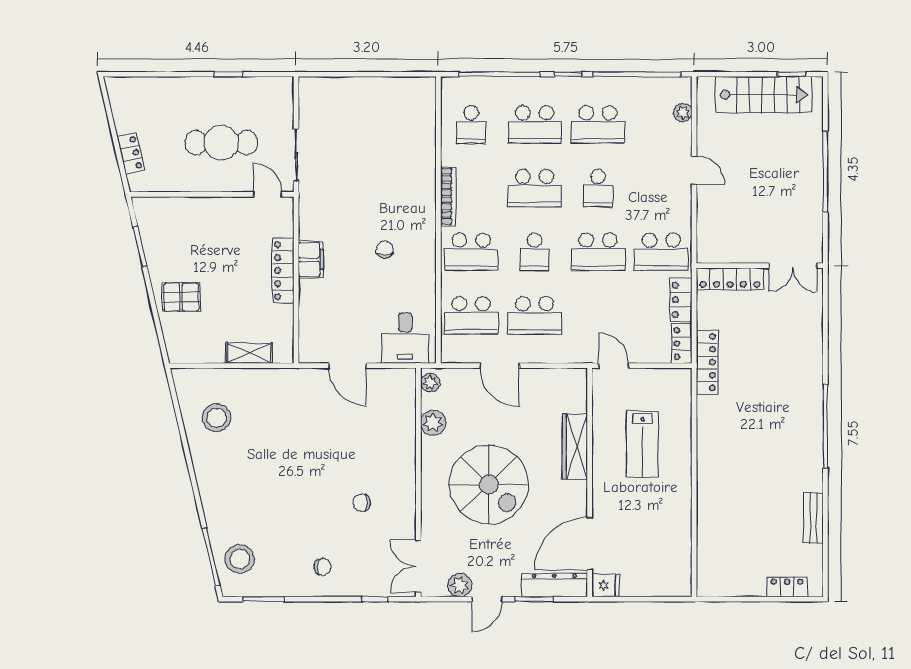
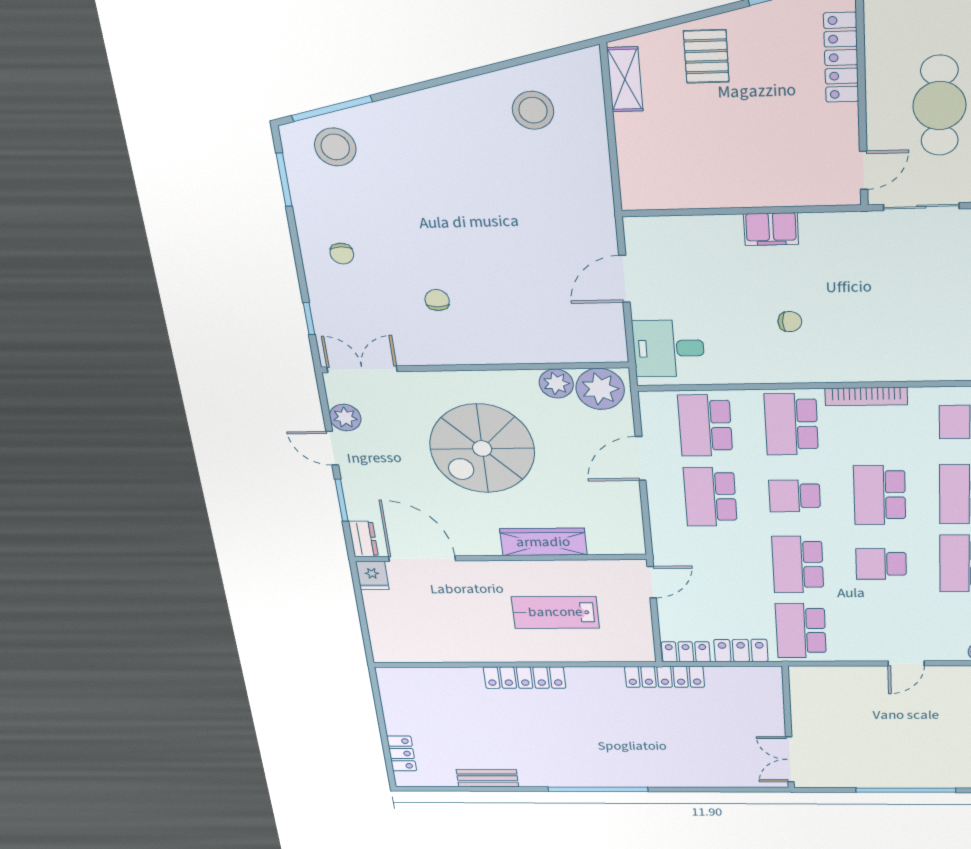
locker: (283, 271) -> (841, 58), moved, turned -90
locker: (730, 279) -> (525, 678), moved, turned -90
shelving: (249, 353) -> (625, 79), moved
plant: (430, 383) -> (600, 389), width x1.88, depth x1.88
dresser: (554, 585) -> (363, 539), width x0.51, depth x0.80

